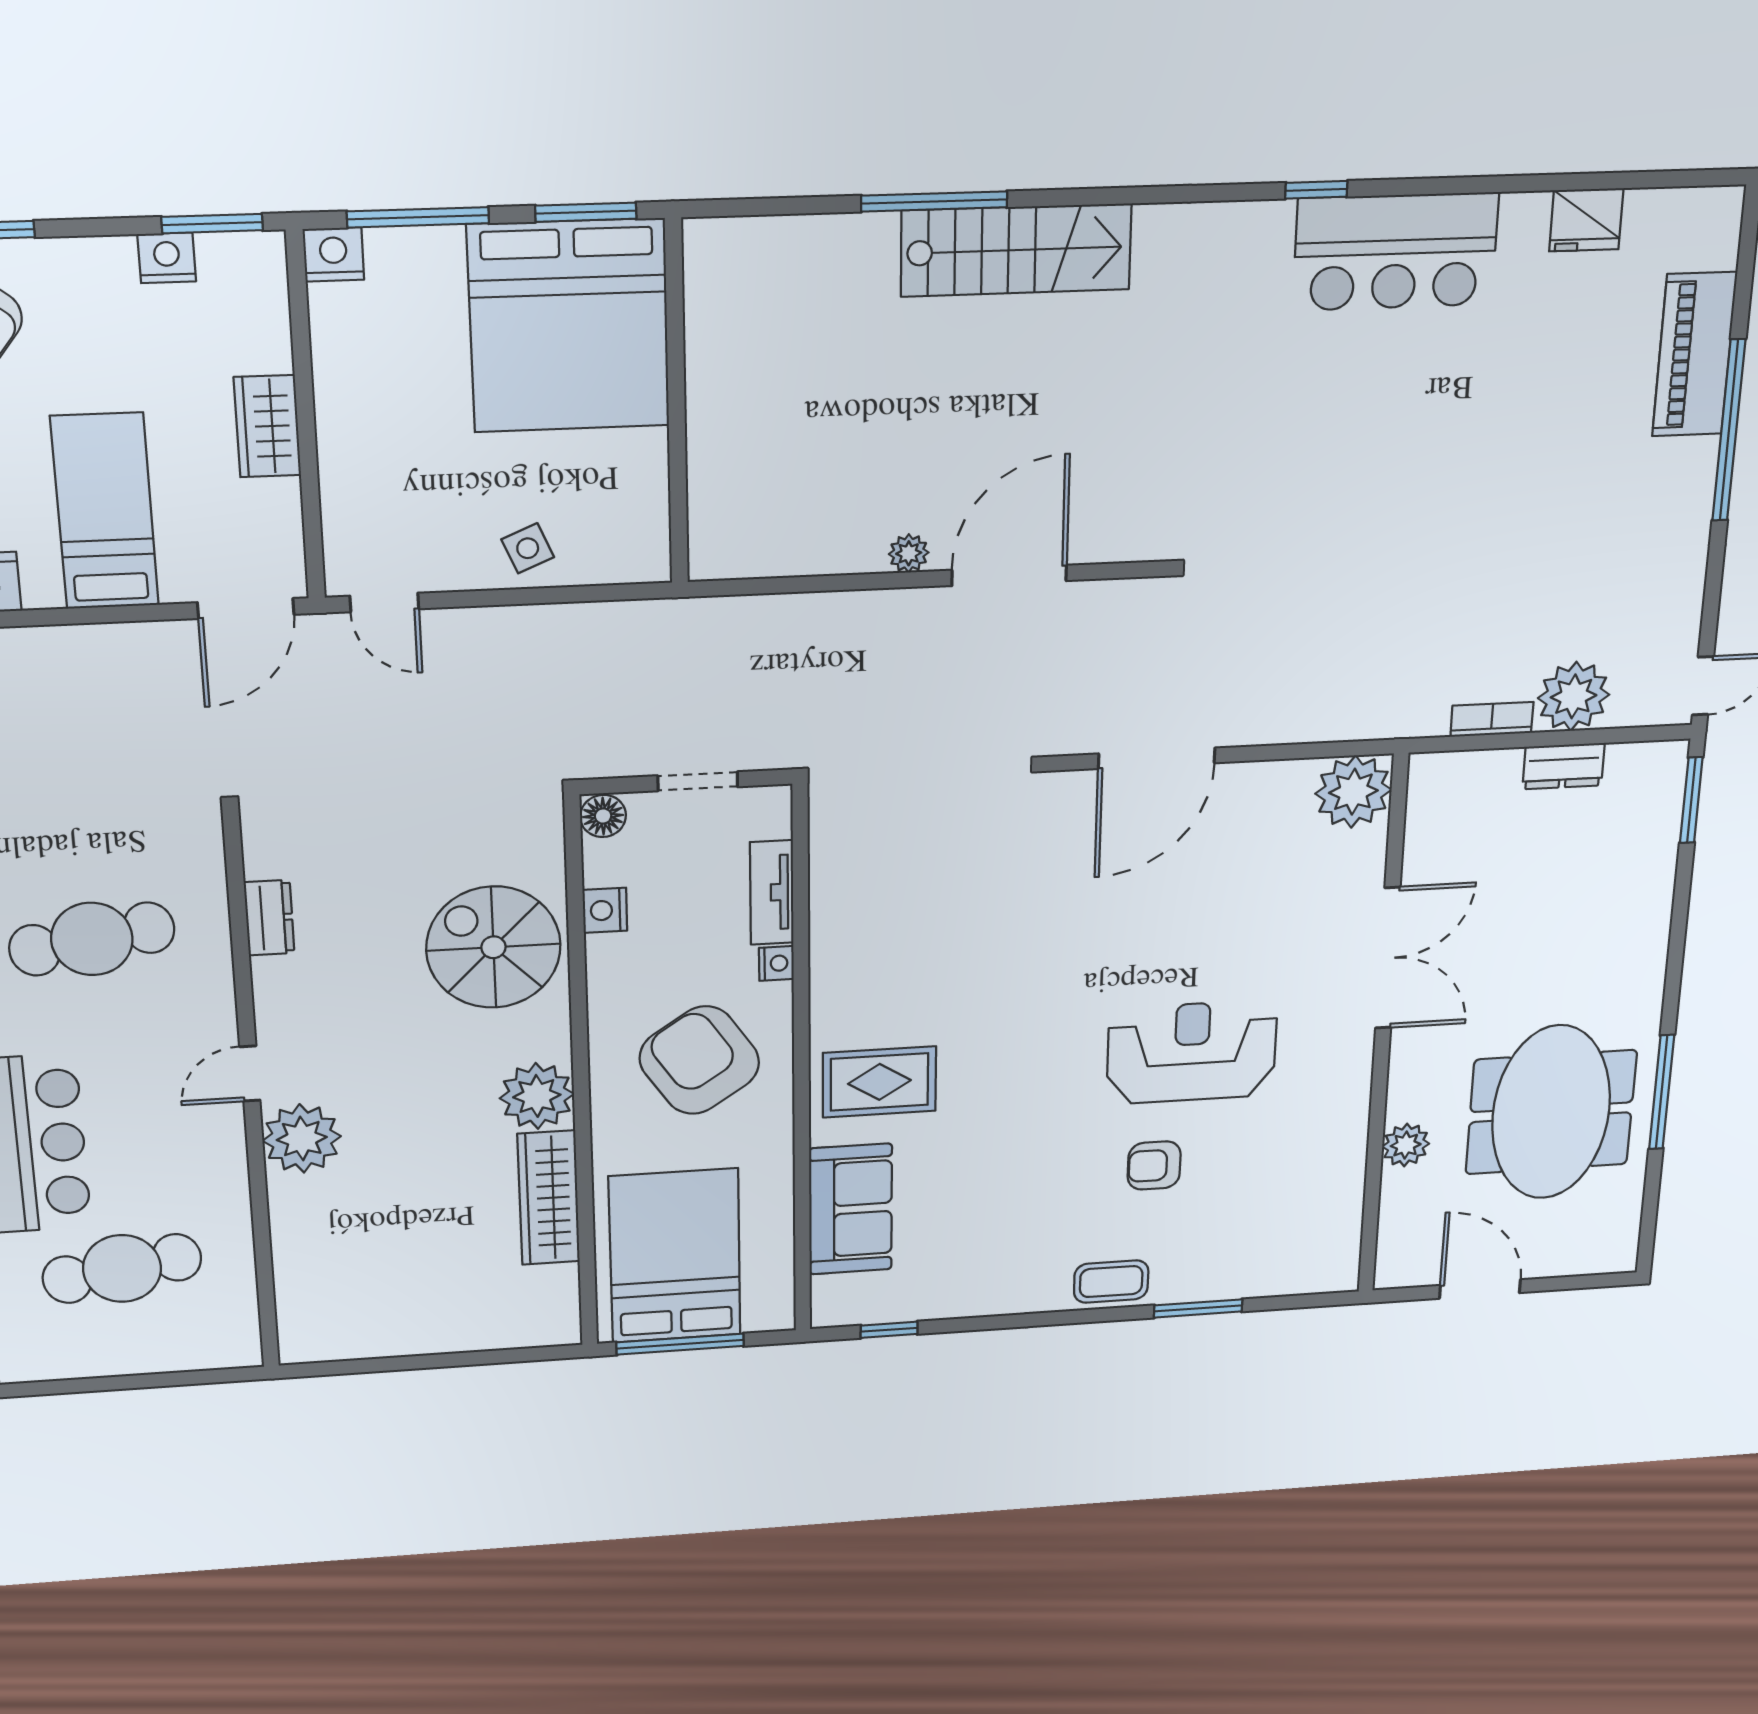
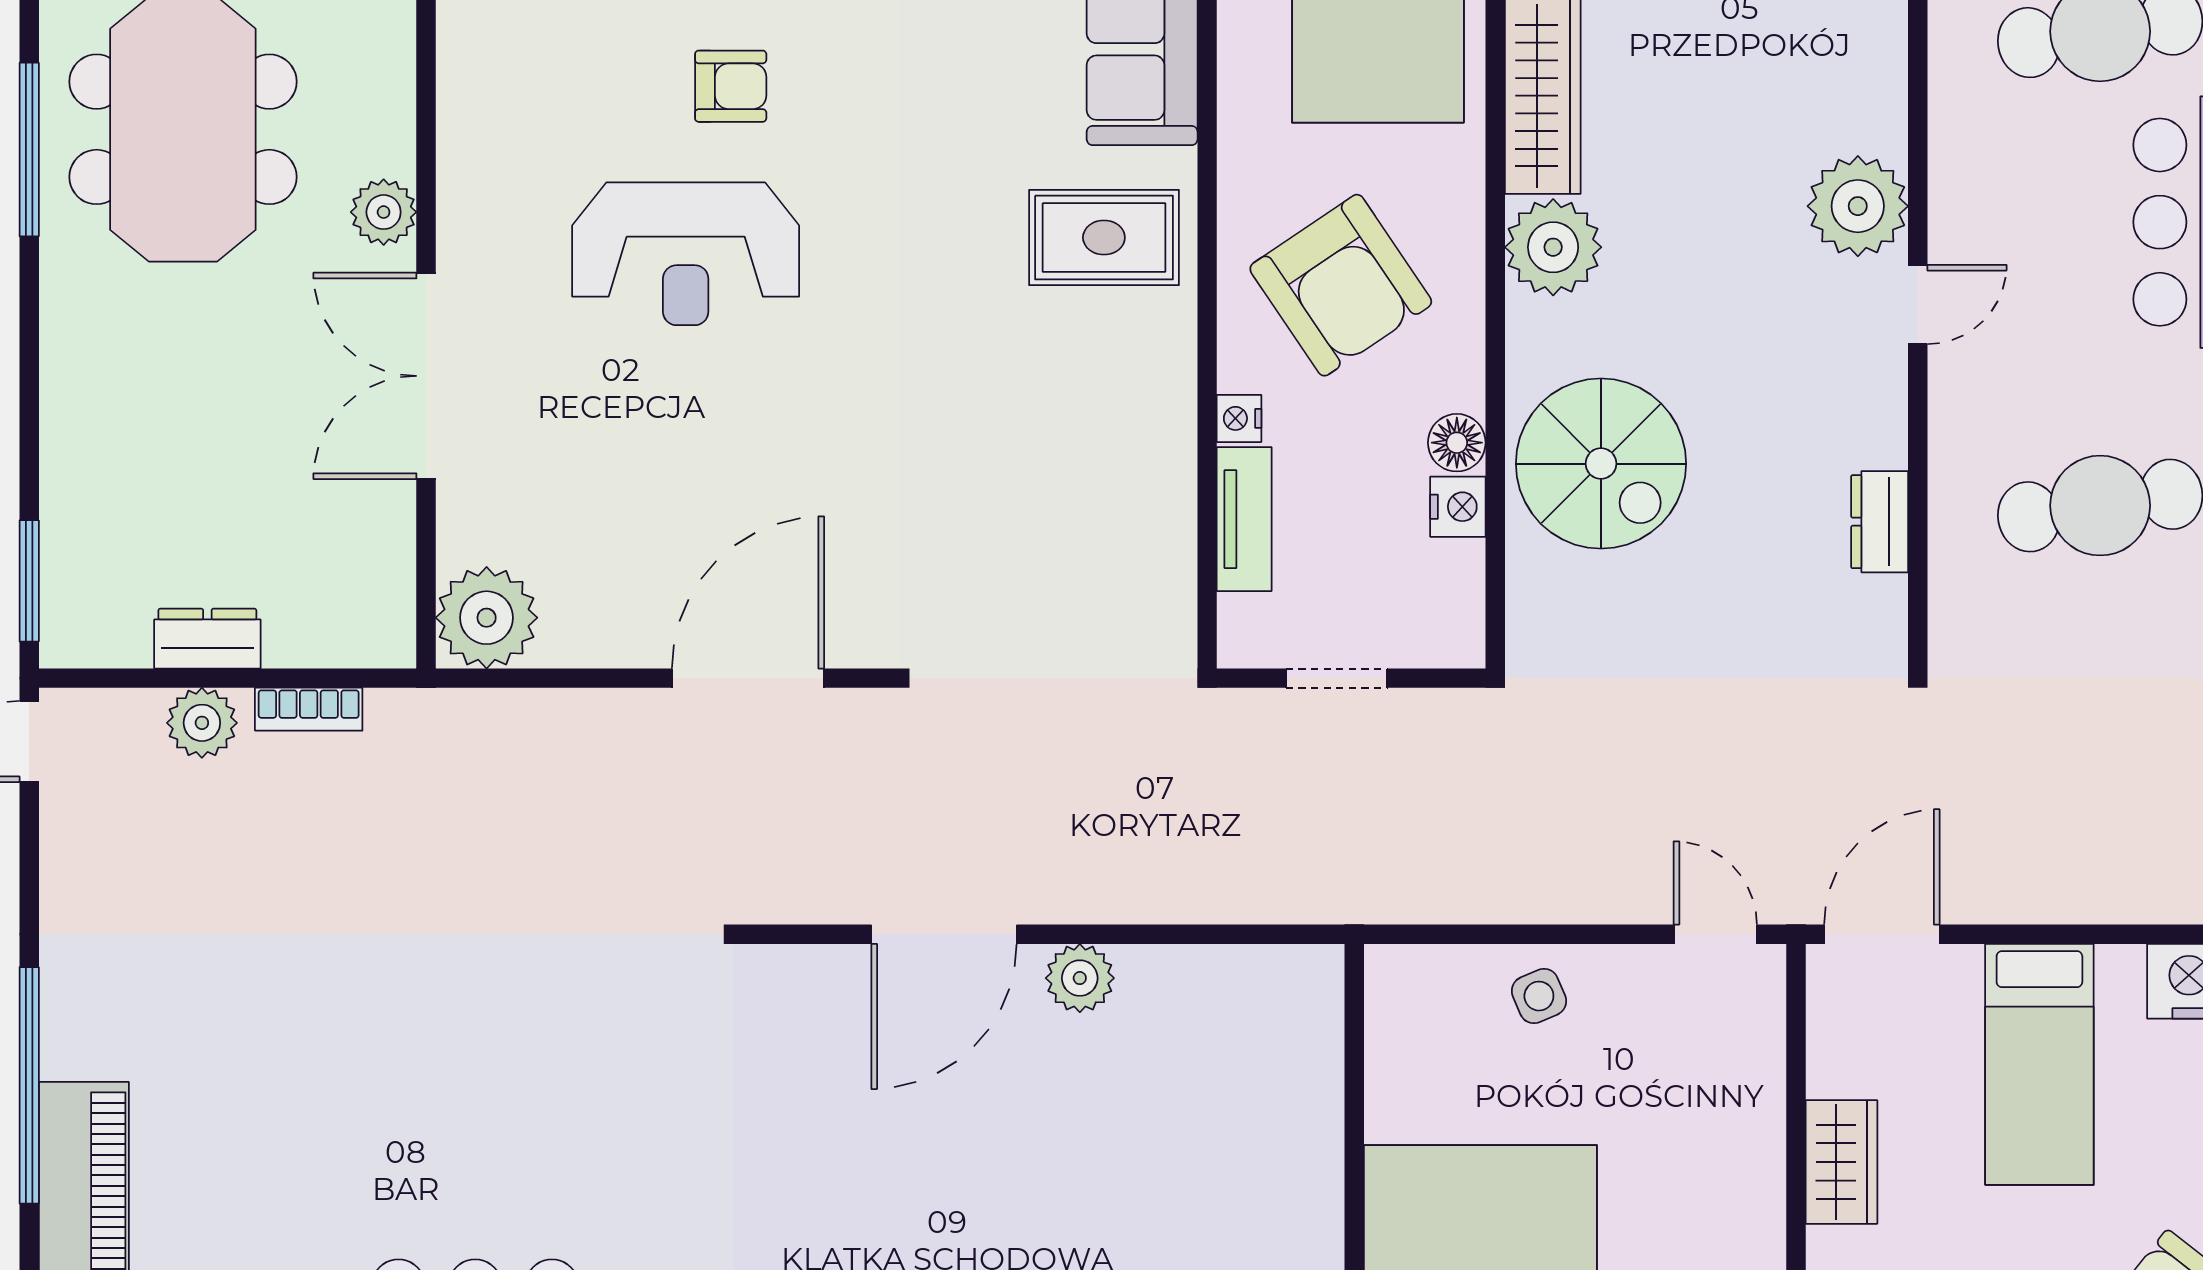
plant: (909, 553) -> (1080, 978), width x1.38, depth x1.38
plant: (1574, 696) -> (202, 723), width x0.73, depth x0.73
floor lamp: (603, 816) -> (1457, 443), moved
plant: (1406, 1145) -> (384, 212), moved

